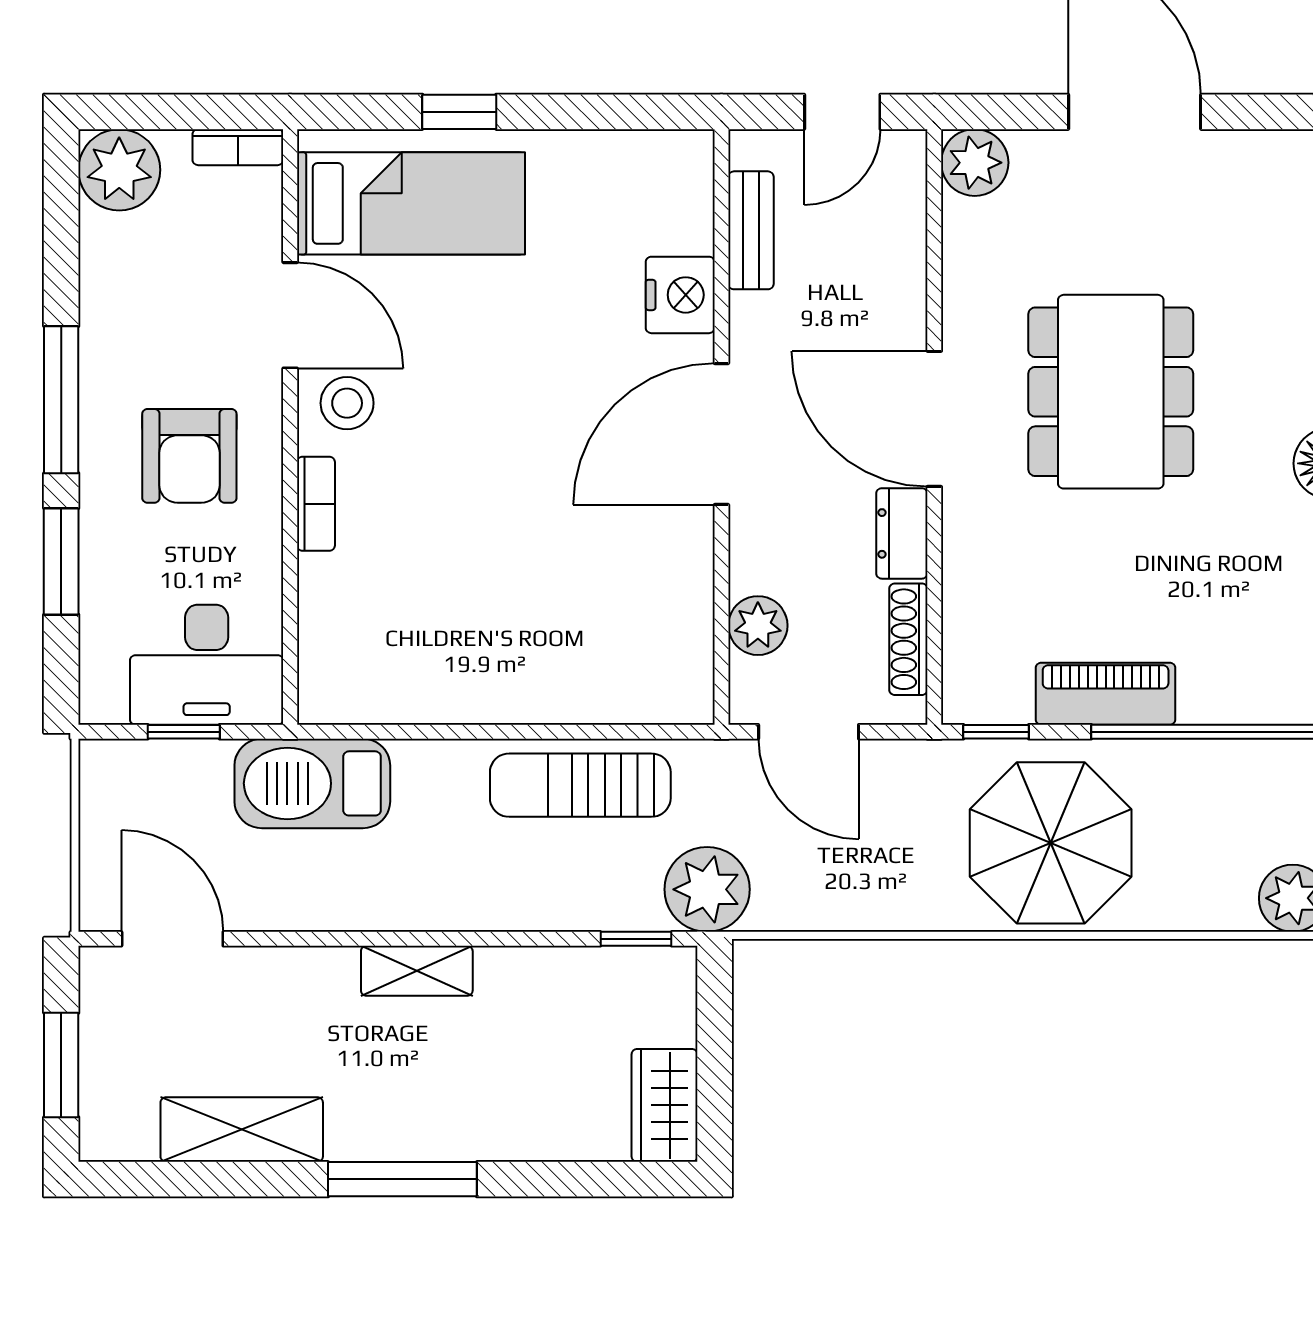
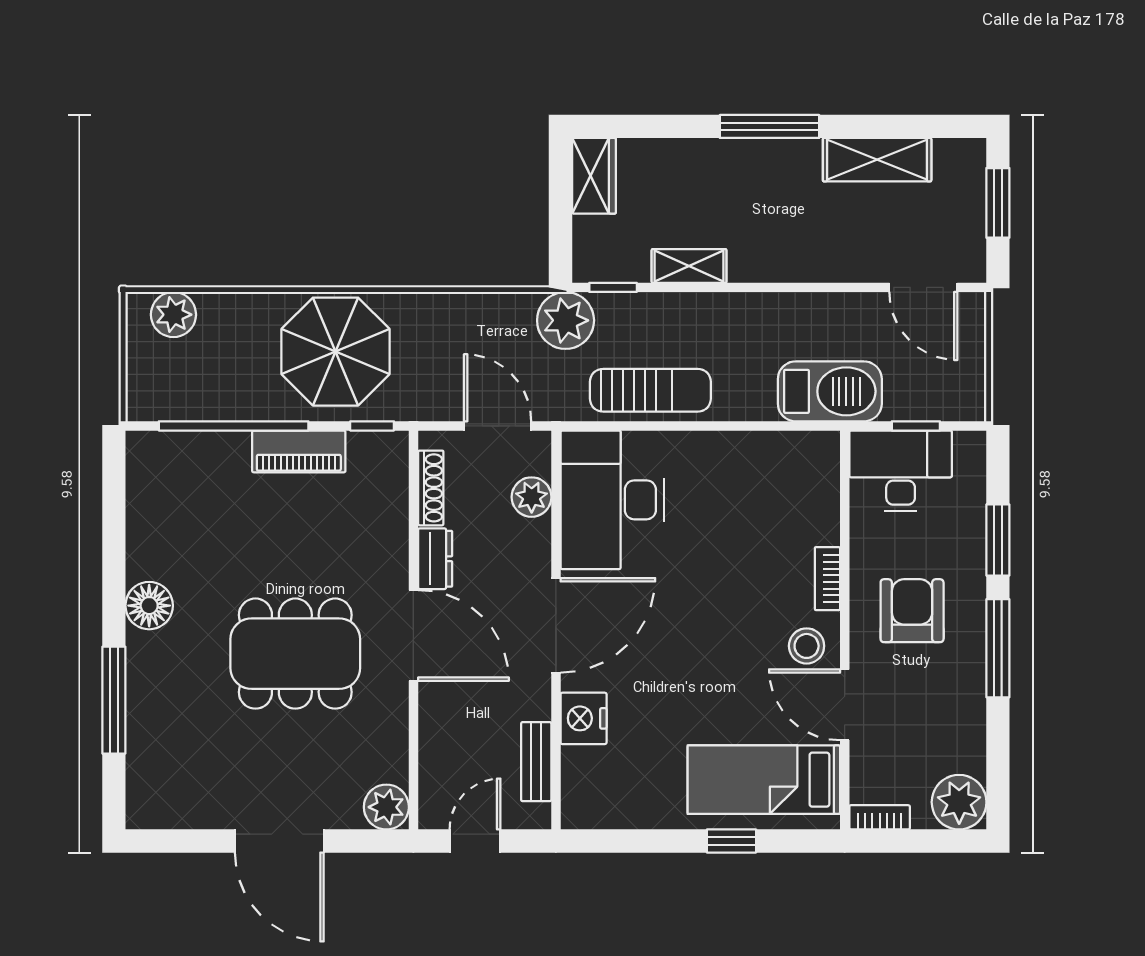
dining table: (1111, 392) -> (295, 654), turned 90
desk: (637, 621) -> (612, 500), added
shelving: (417, 971) -> (689, 266), moved

